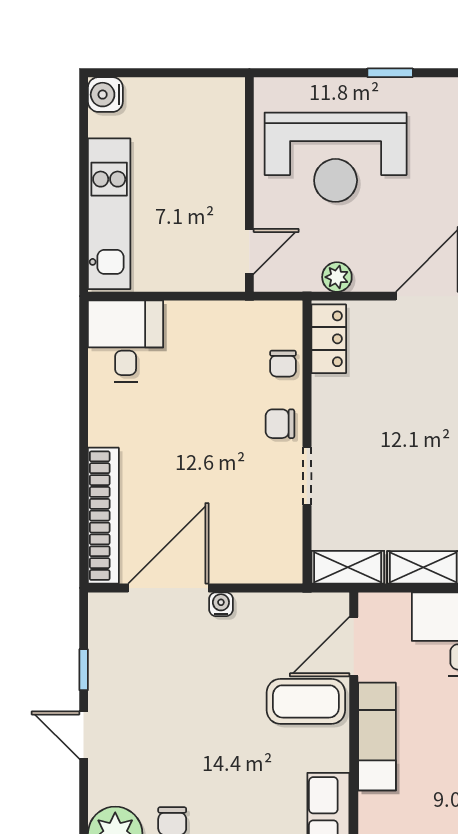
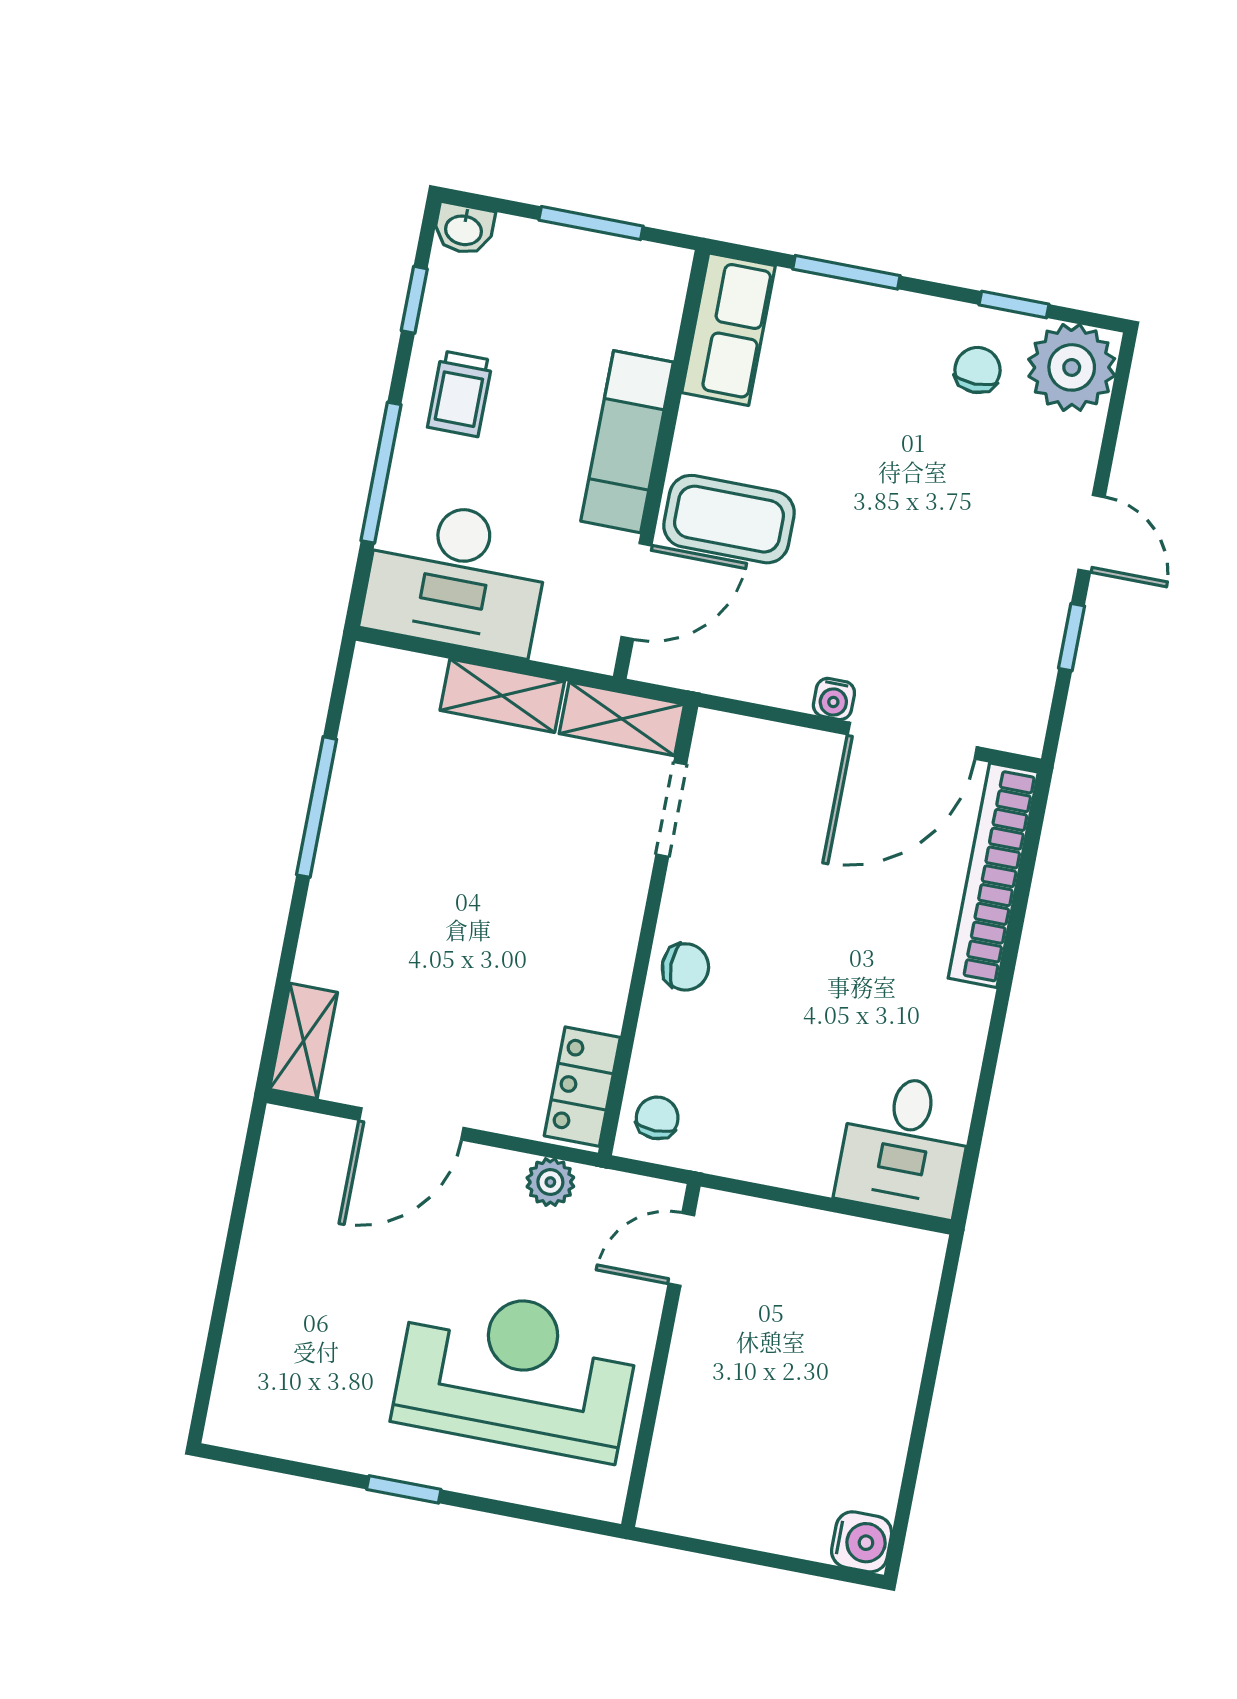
kitchen unit: (109, 214) -> (892, 1352), removed
chair: (283, 364) -> (657, 1118), moved
doorway: (307, 476) -> (671, 809), moved

